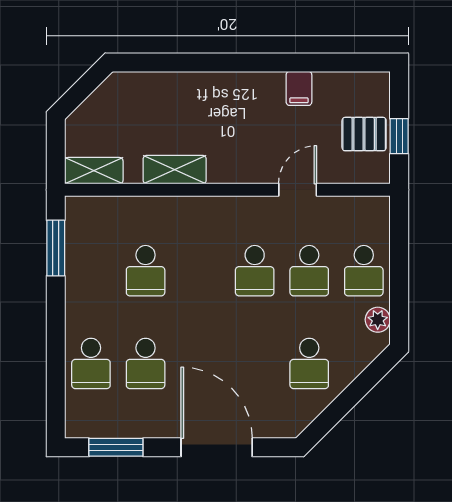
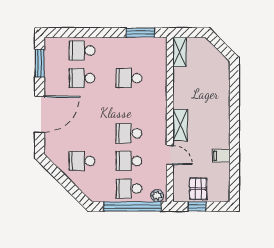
shelving: (175, 170) -> (180, 125), moved
window: (399, 264) -> (132, 206), added
plant: (378, 320) -> (157, 196), moved

